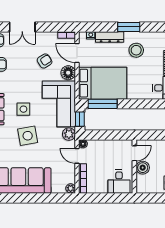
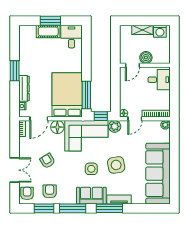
stool: (136, 50) -> (36, 64), removed
armchair: (45, 61) -> (47, 161), moved
door: (134, 153) -> (132, 65), swing flipped

